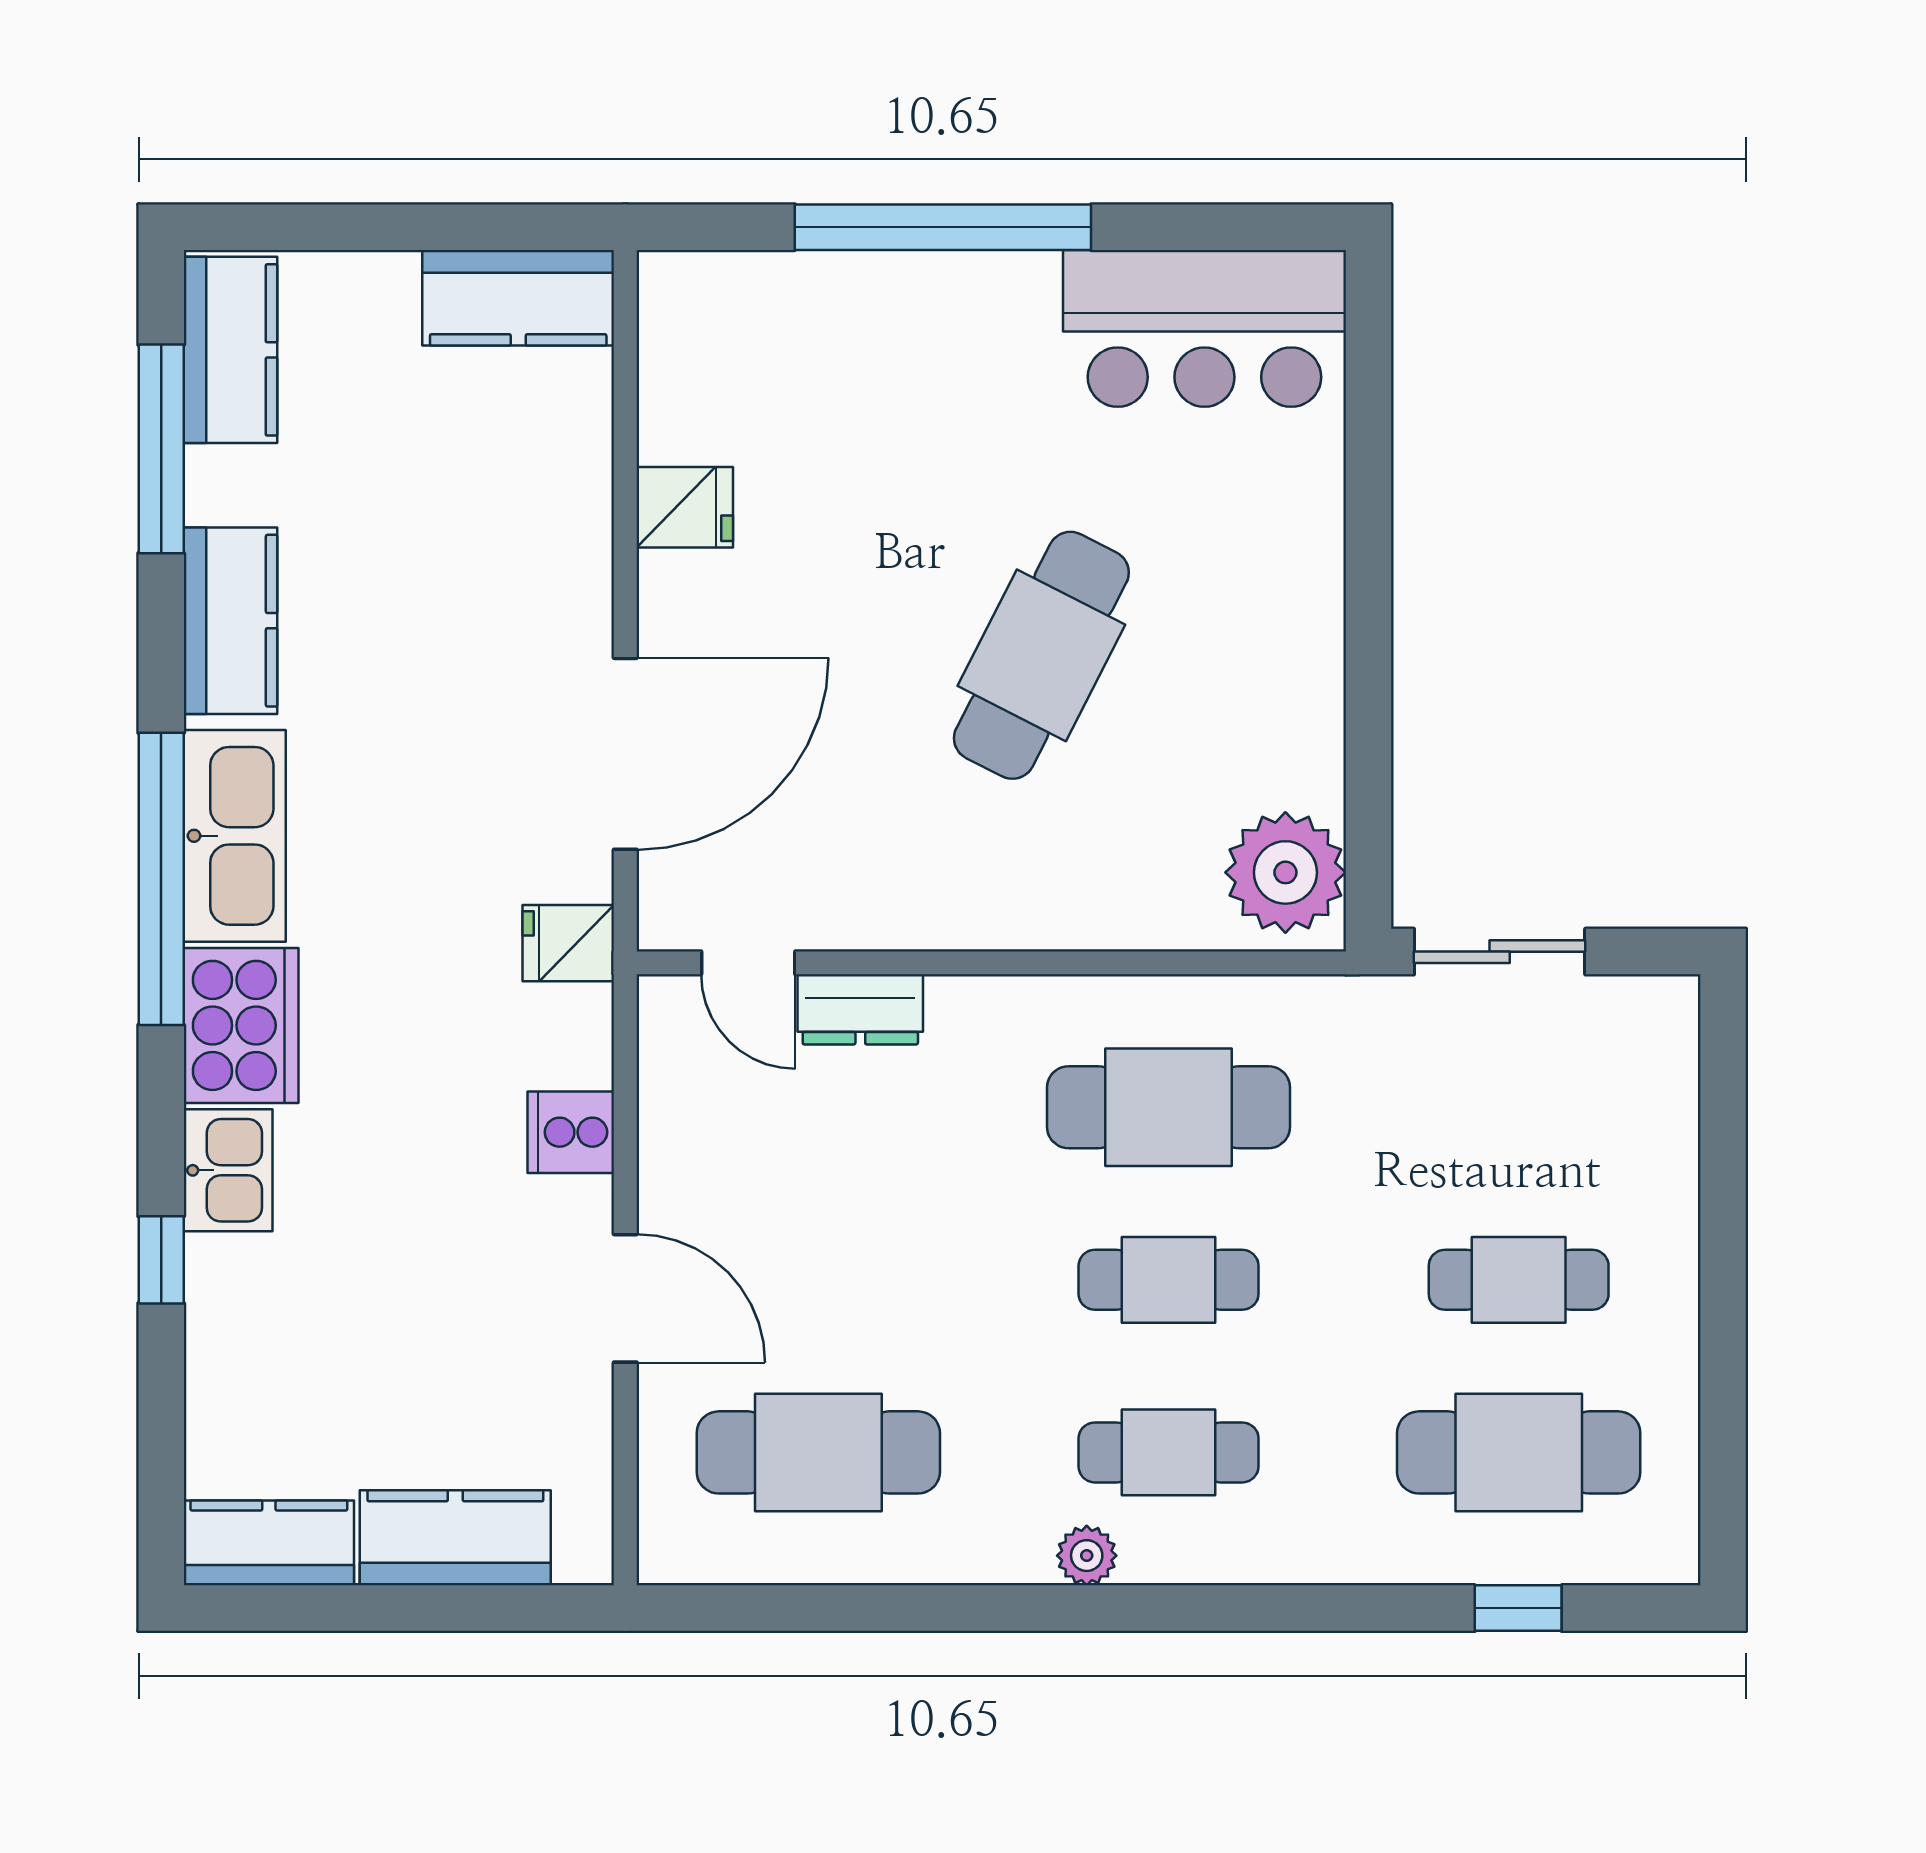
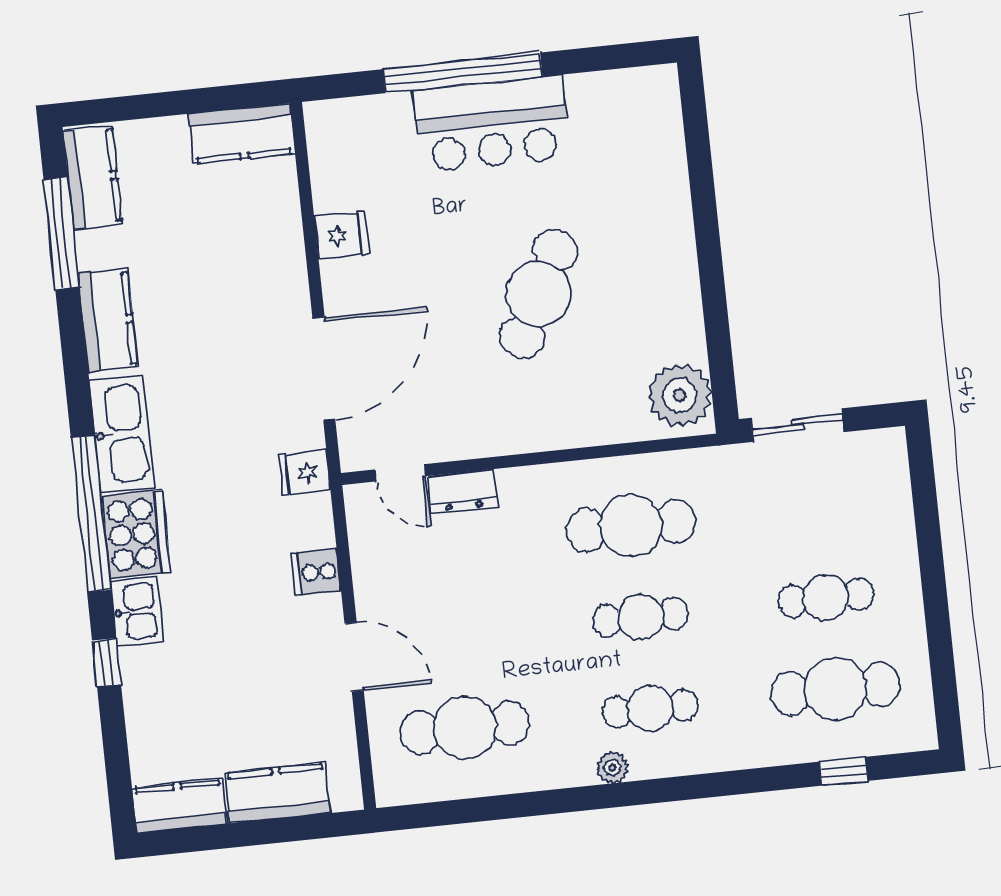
bar counter: (1204, 328) -> (492, 124), moved
window: (161, 879) -> (91, 514), moved

